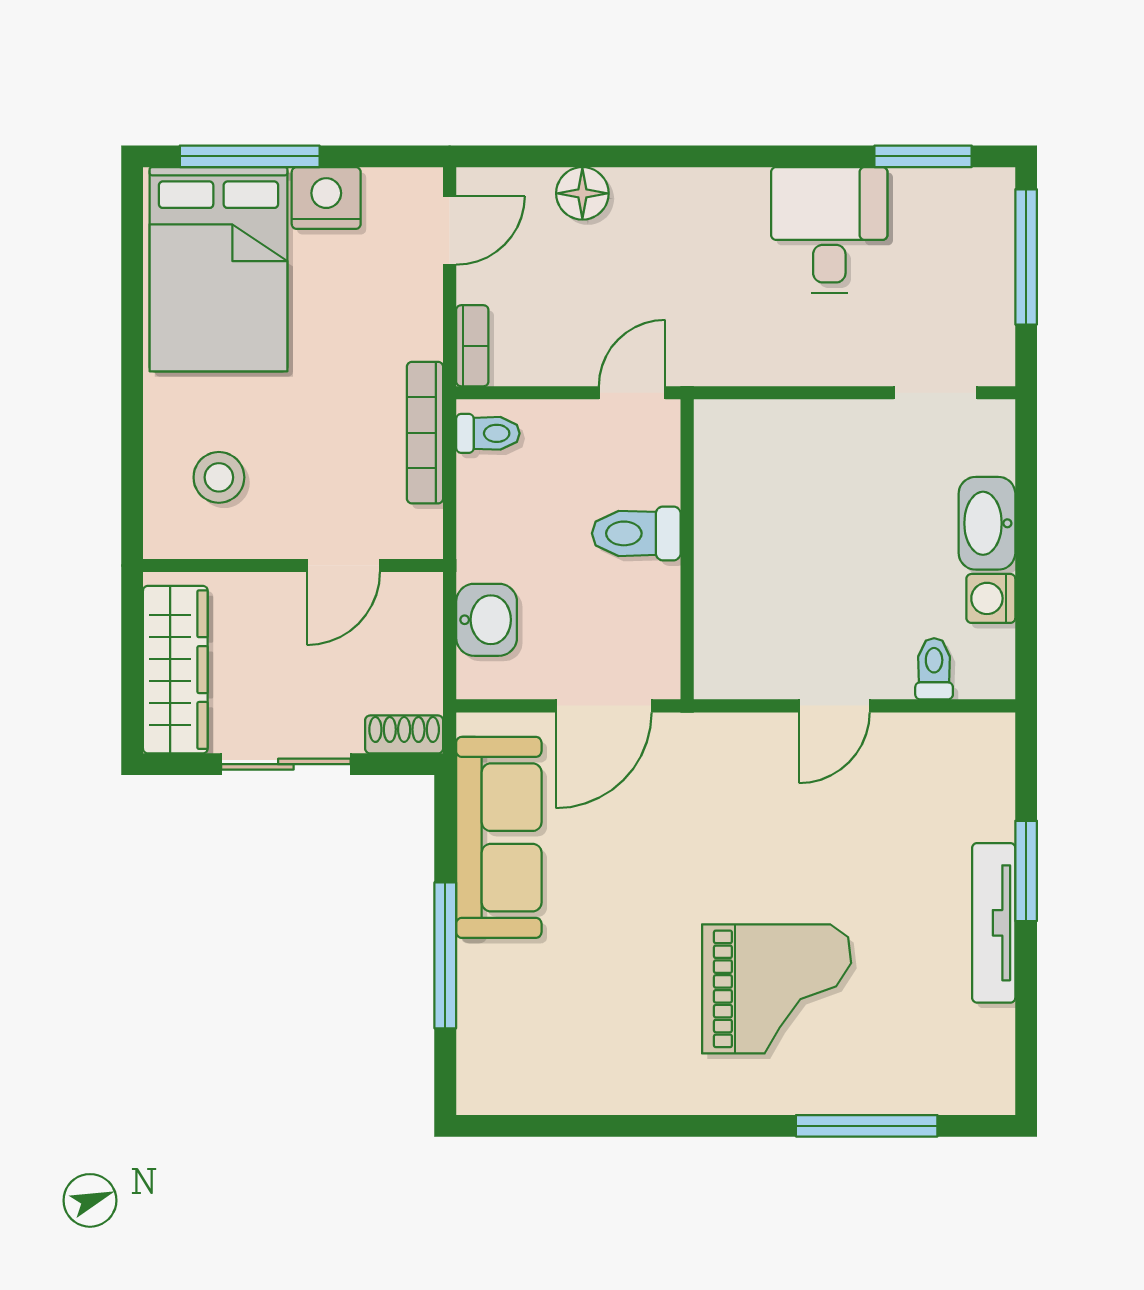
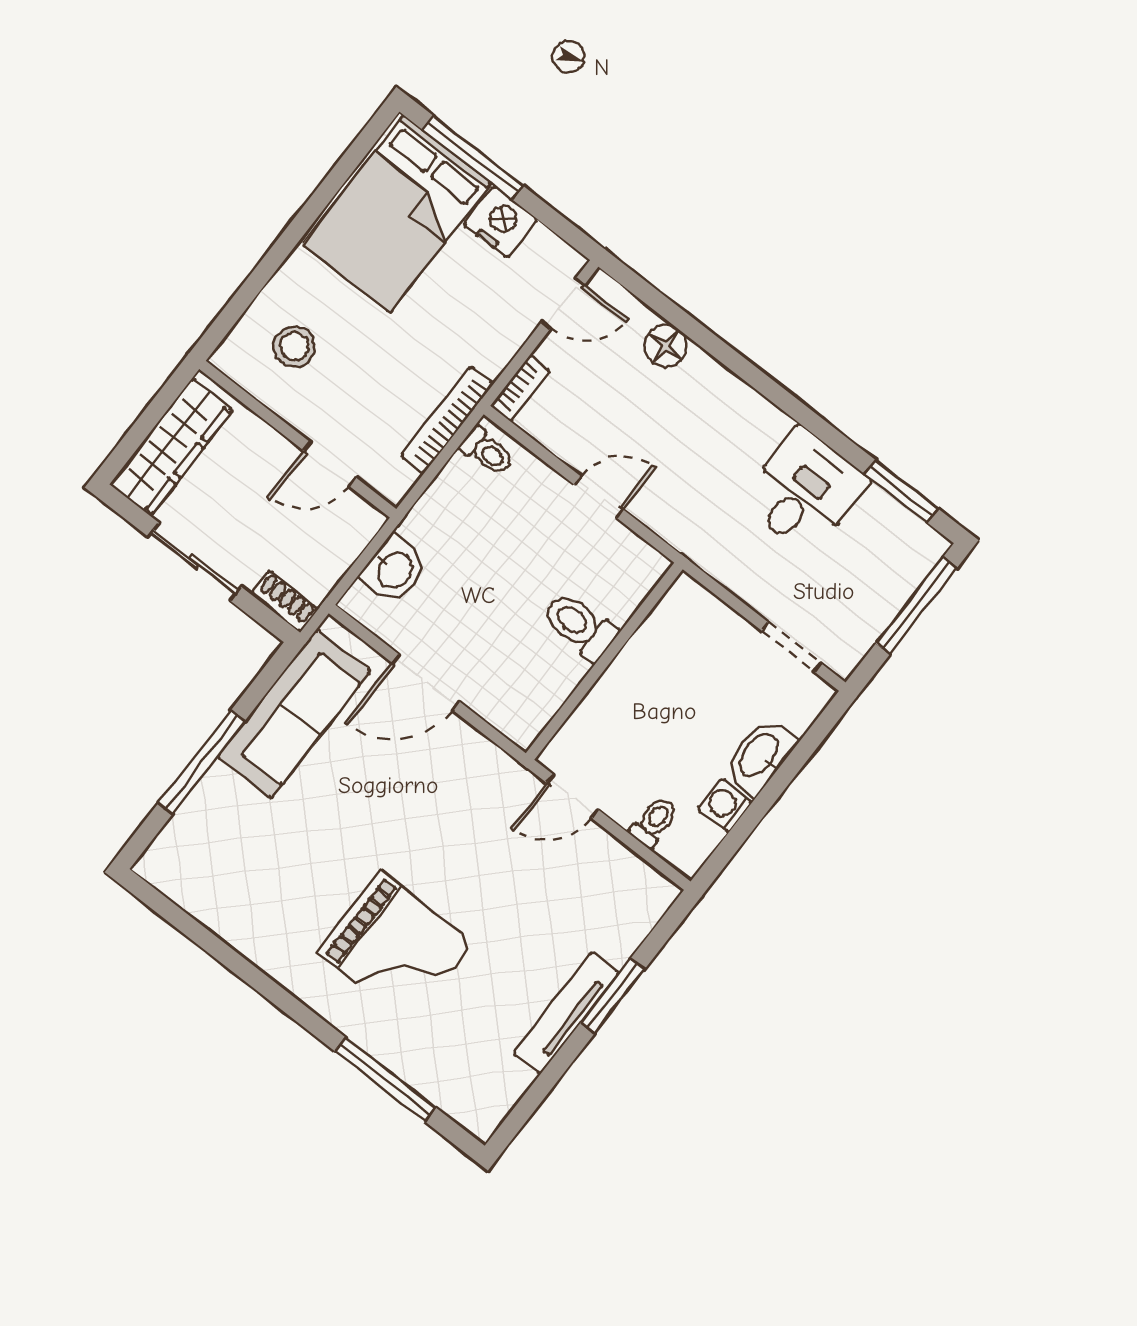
toilet: (636, 533) -> (580, 626), moved
wall: (687, 549) -> (604, 661), moved

